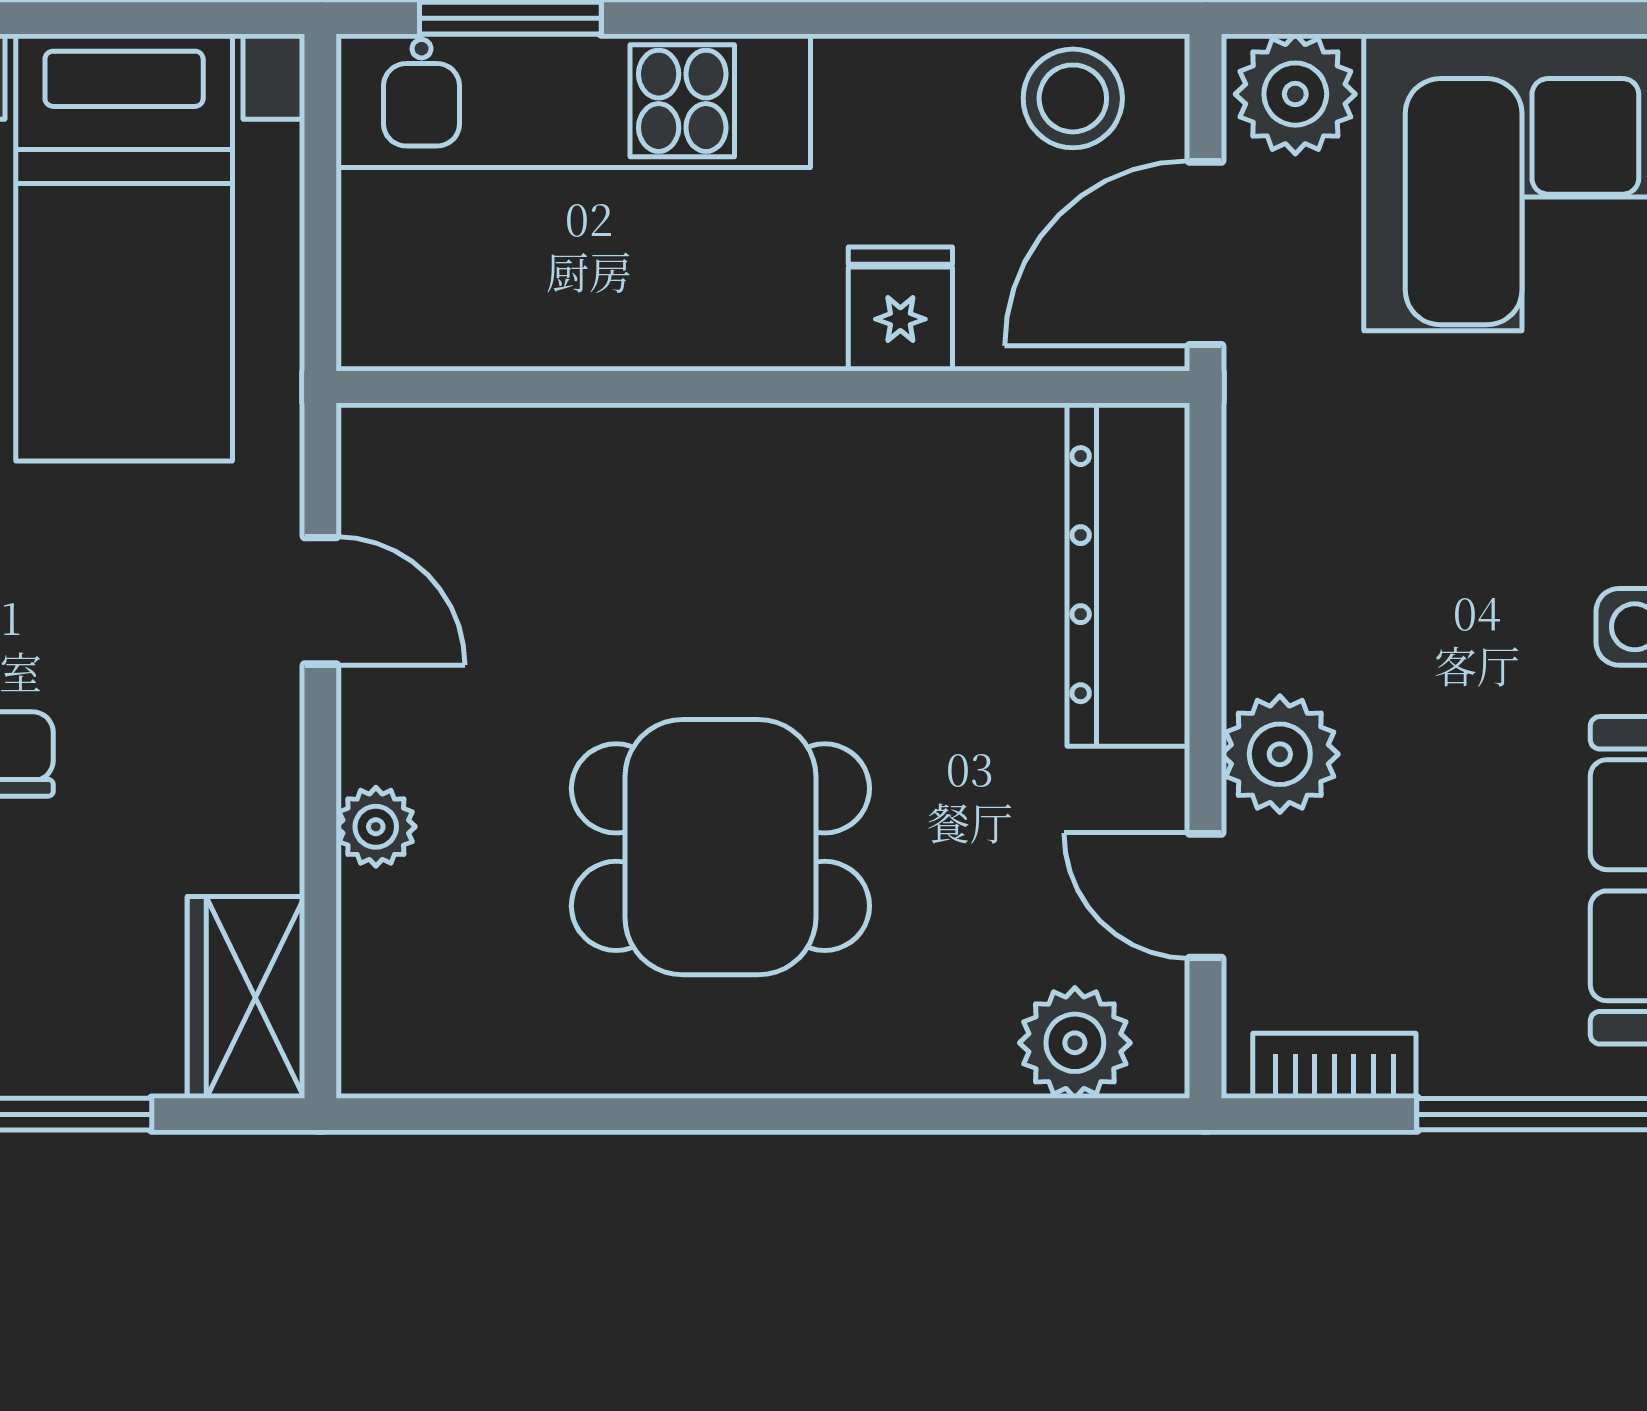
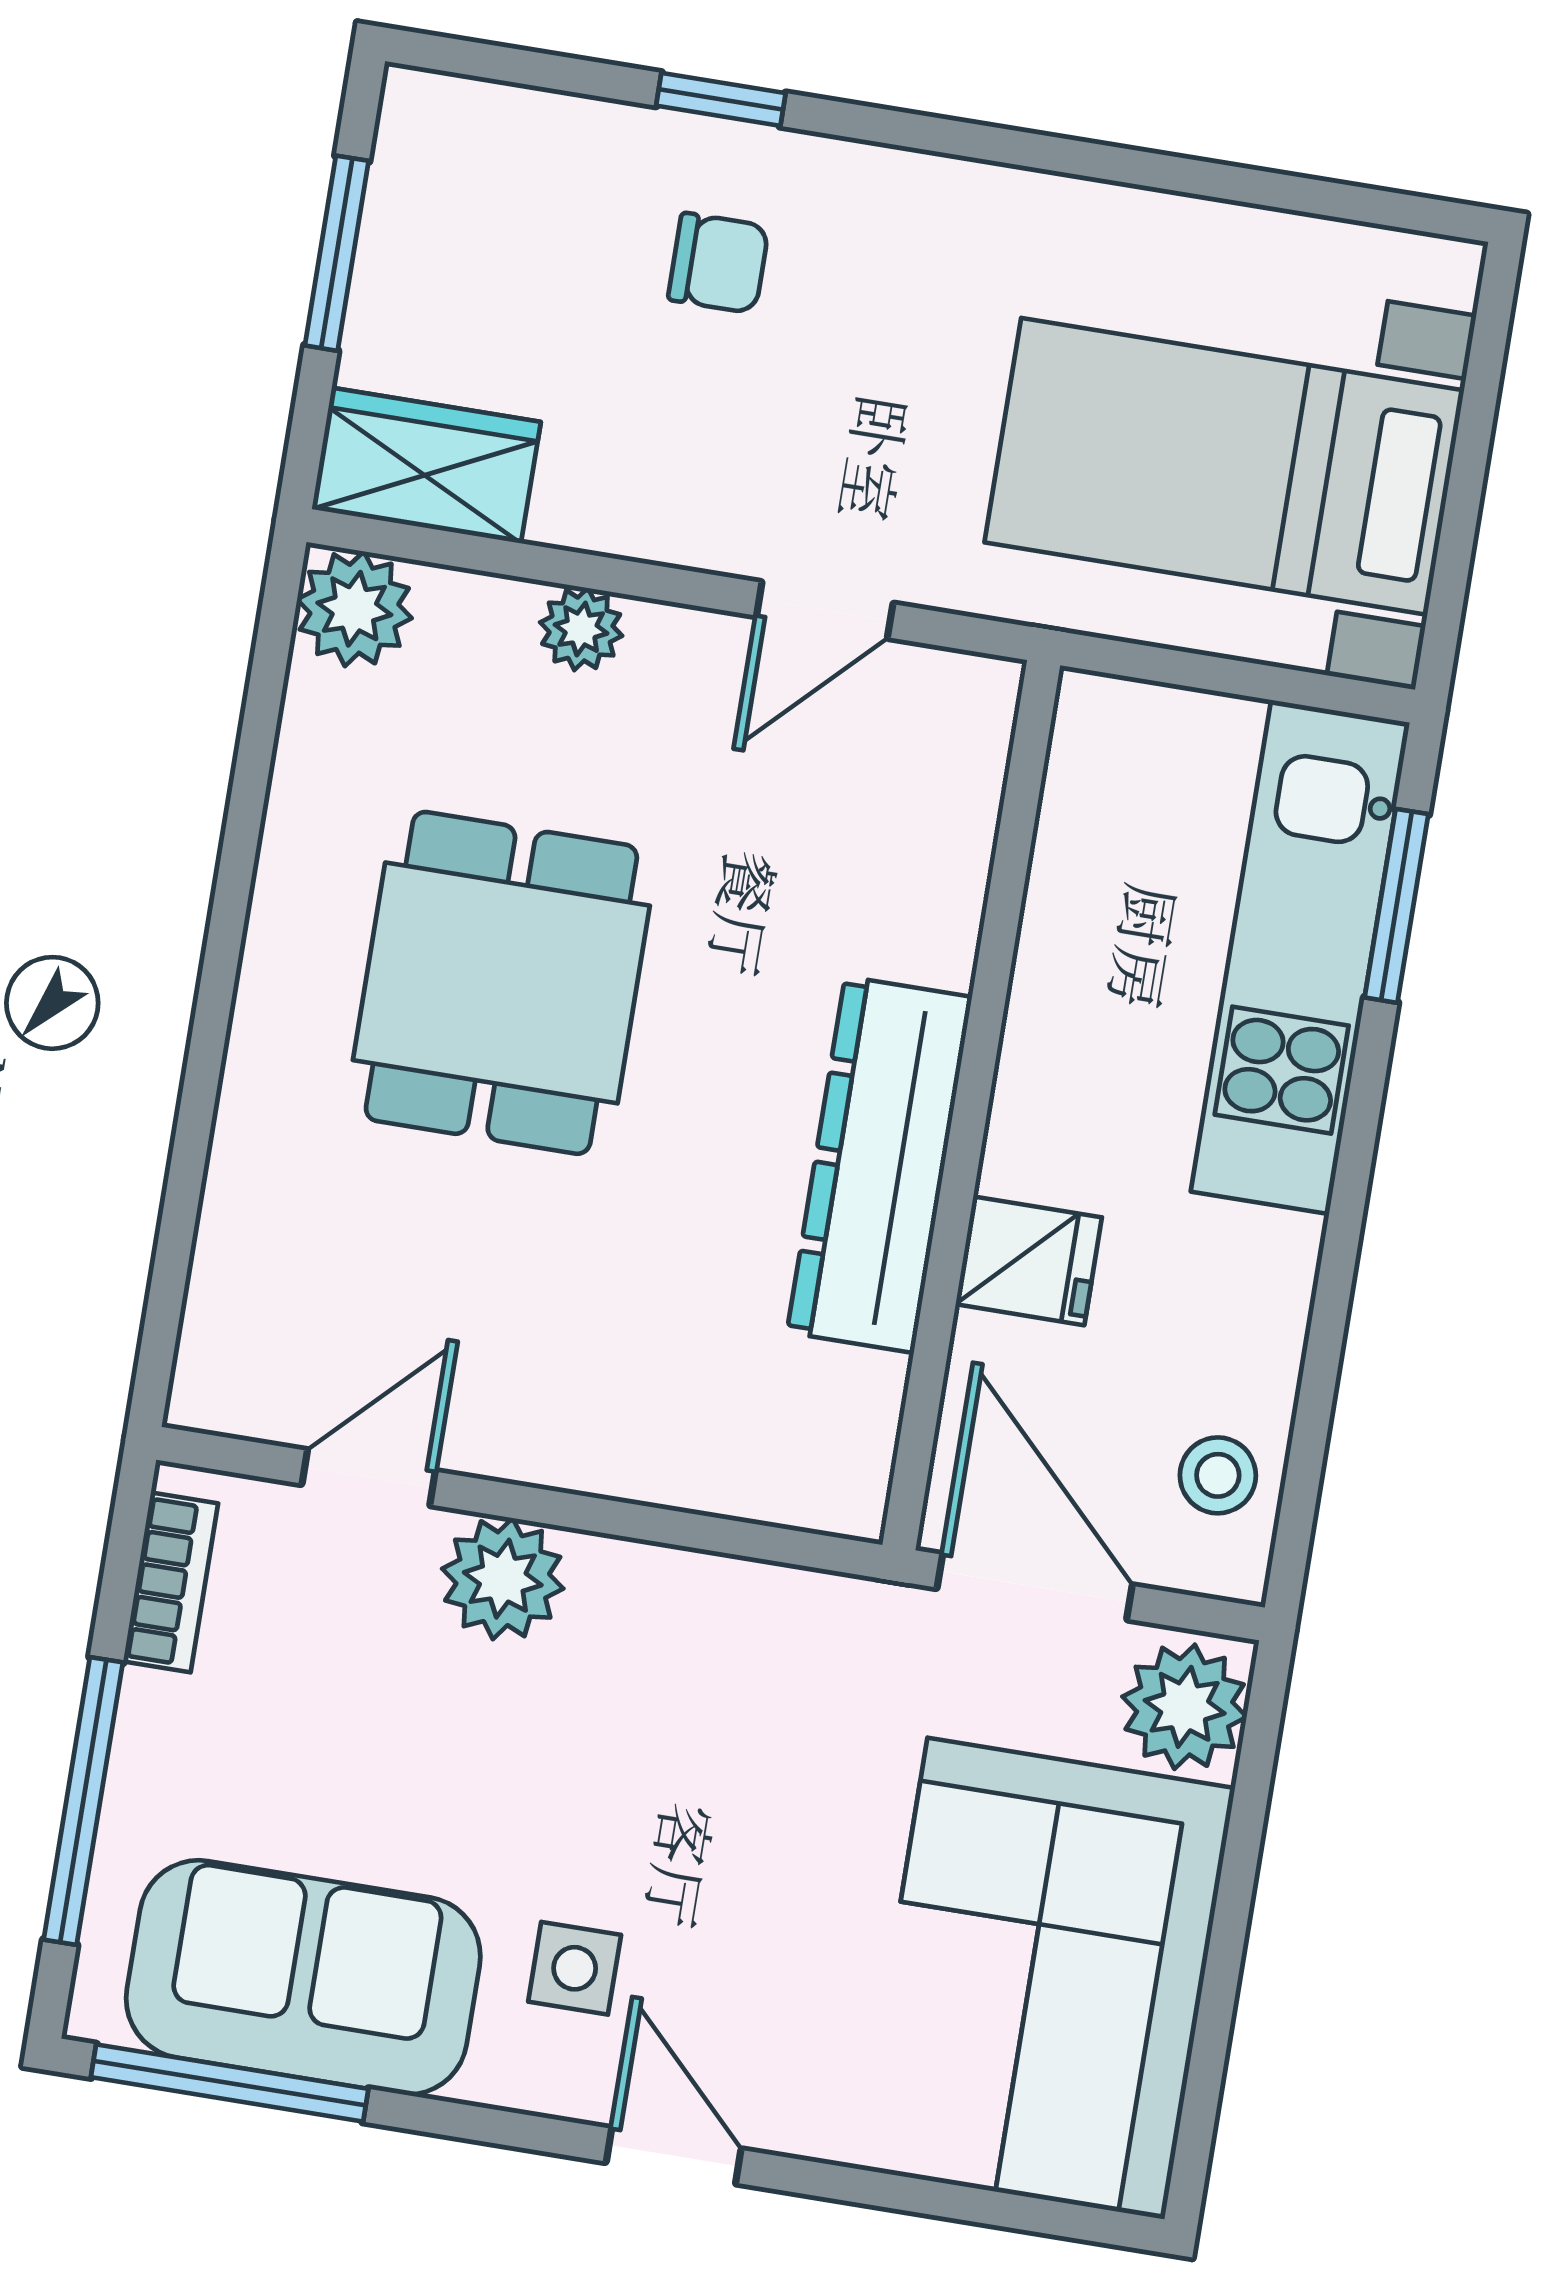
stool: (1073, 98) -> (1218, 1475), width x0.73, depth x0.73
dresser: (1128, 575) -> (879, 1165), moved, turned -90
plant: (1075, 1043) -> (354, 609), moved

